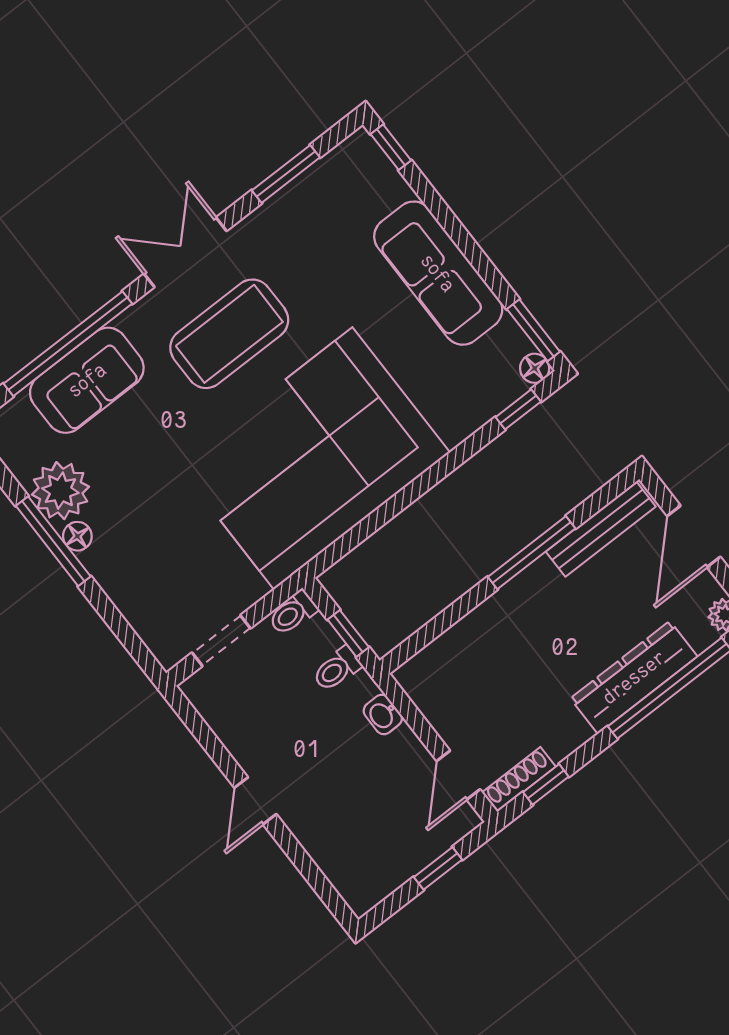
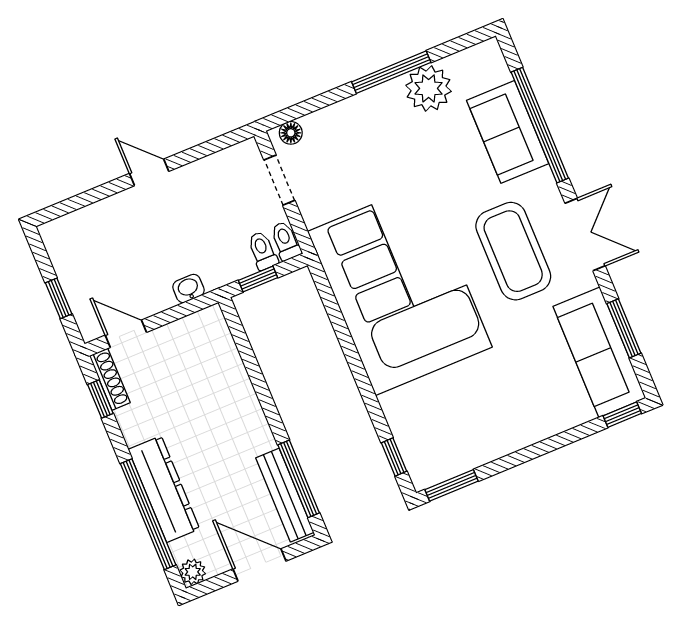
sofa: (438, 273) -> (599, 352), moved, turned -90
floor lamp: (535, 368) -> (422, 478), removed
floor lamp: (77, 536) -> (291, 133), moved
window: (532, 553) -> (299, 479), moved
toilet: (337, 669) -> (263, 251), moved

